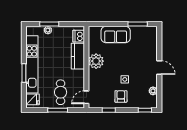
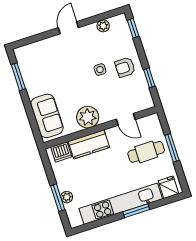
sofa: (116, 34) -> (47, 116), moved
door: (86, 97) -> (126, 119), moved

